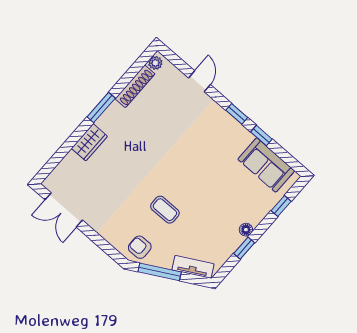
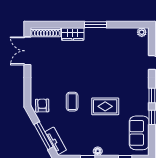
shoe rack: (135, 86) -> (46, 32), moved
rug: (203, 177) -> (105, 106), added
window: (160, 272) -> (44, 136), moved

